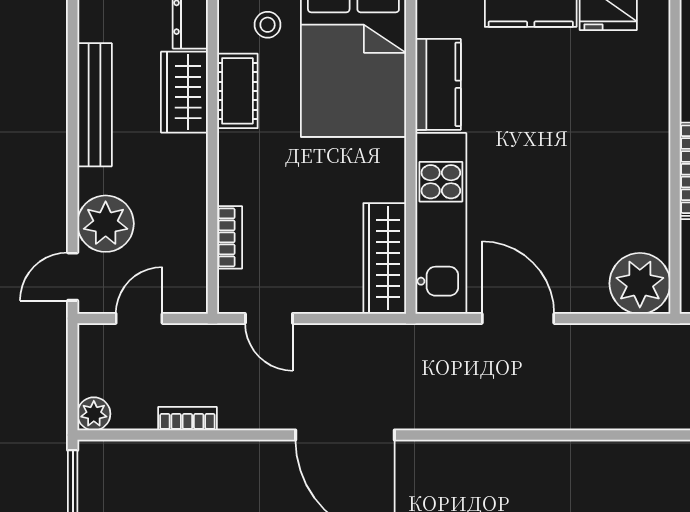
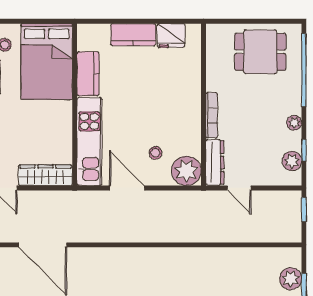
stool: (576, 246) -> (155, 153), added
wardrobe: (385, 258) -> (45, 175), moved, turned 90

